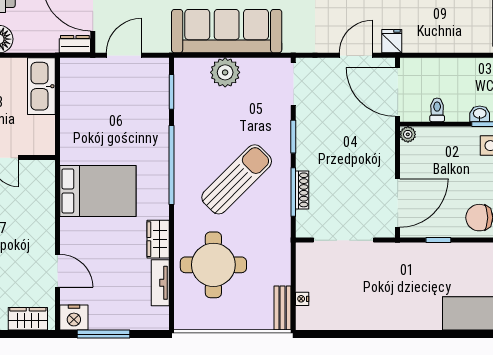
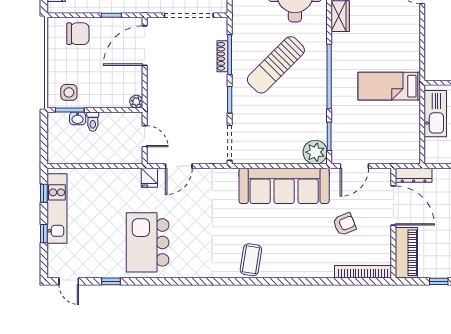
dresser: (75, 44) -> (414, 175), width x1.44
door: (124, 55) -> (354, 166), moved
plant: (225, 72) -> (315, 152), moved
kitchen sink: (41, 86) -> (435, 114), moved
door: (398, 92) -> (145, 136), width x0.53
toilet: (437, 110) -> (93, 122), moved
bed: (98, 191) -> (389, 86), moved, width x0.67

